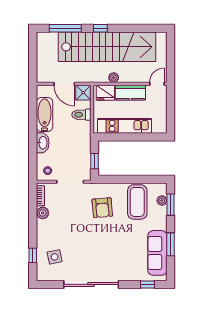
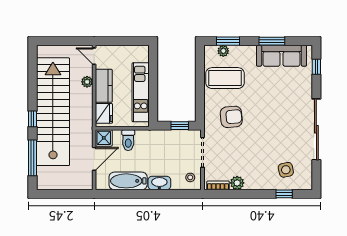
plant: (114, 78) -> (87, 82), moved

